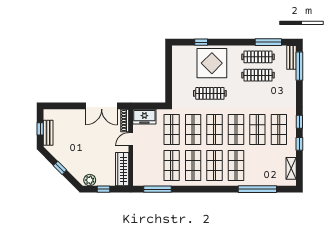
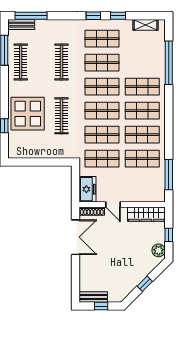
clothes rail: (258, 75) -> (62, 62), moved
bench: (48, 133) -> (93, 297), moved

